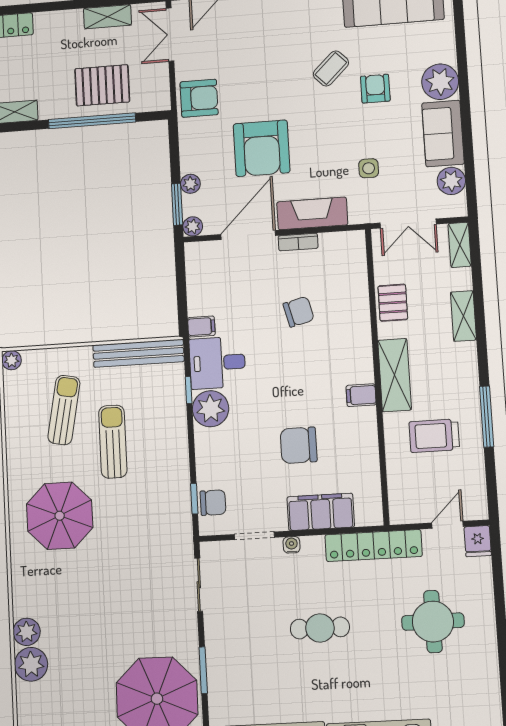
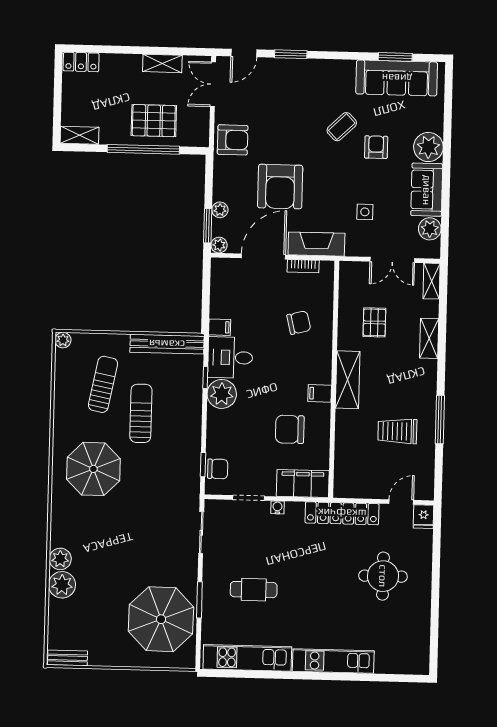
shelving: (395, 375) -> (348, 380), moved
wall: (377, 376) -> (334, 379), moved
filing cabinet: (361, 395) -> (320, 393), moved
cafe table: (320, 628) -> (254, 590), moved

